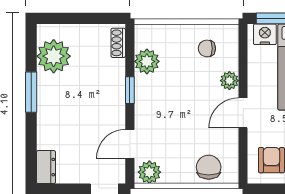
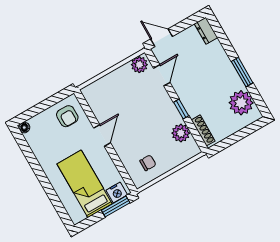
shoe rack: (118, 43) -> (203, 130), width x1.43
plant: (229, 81) -> (122, 151), removed
chair: (209, 167) -> (104, 89), removed

